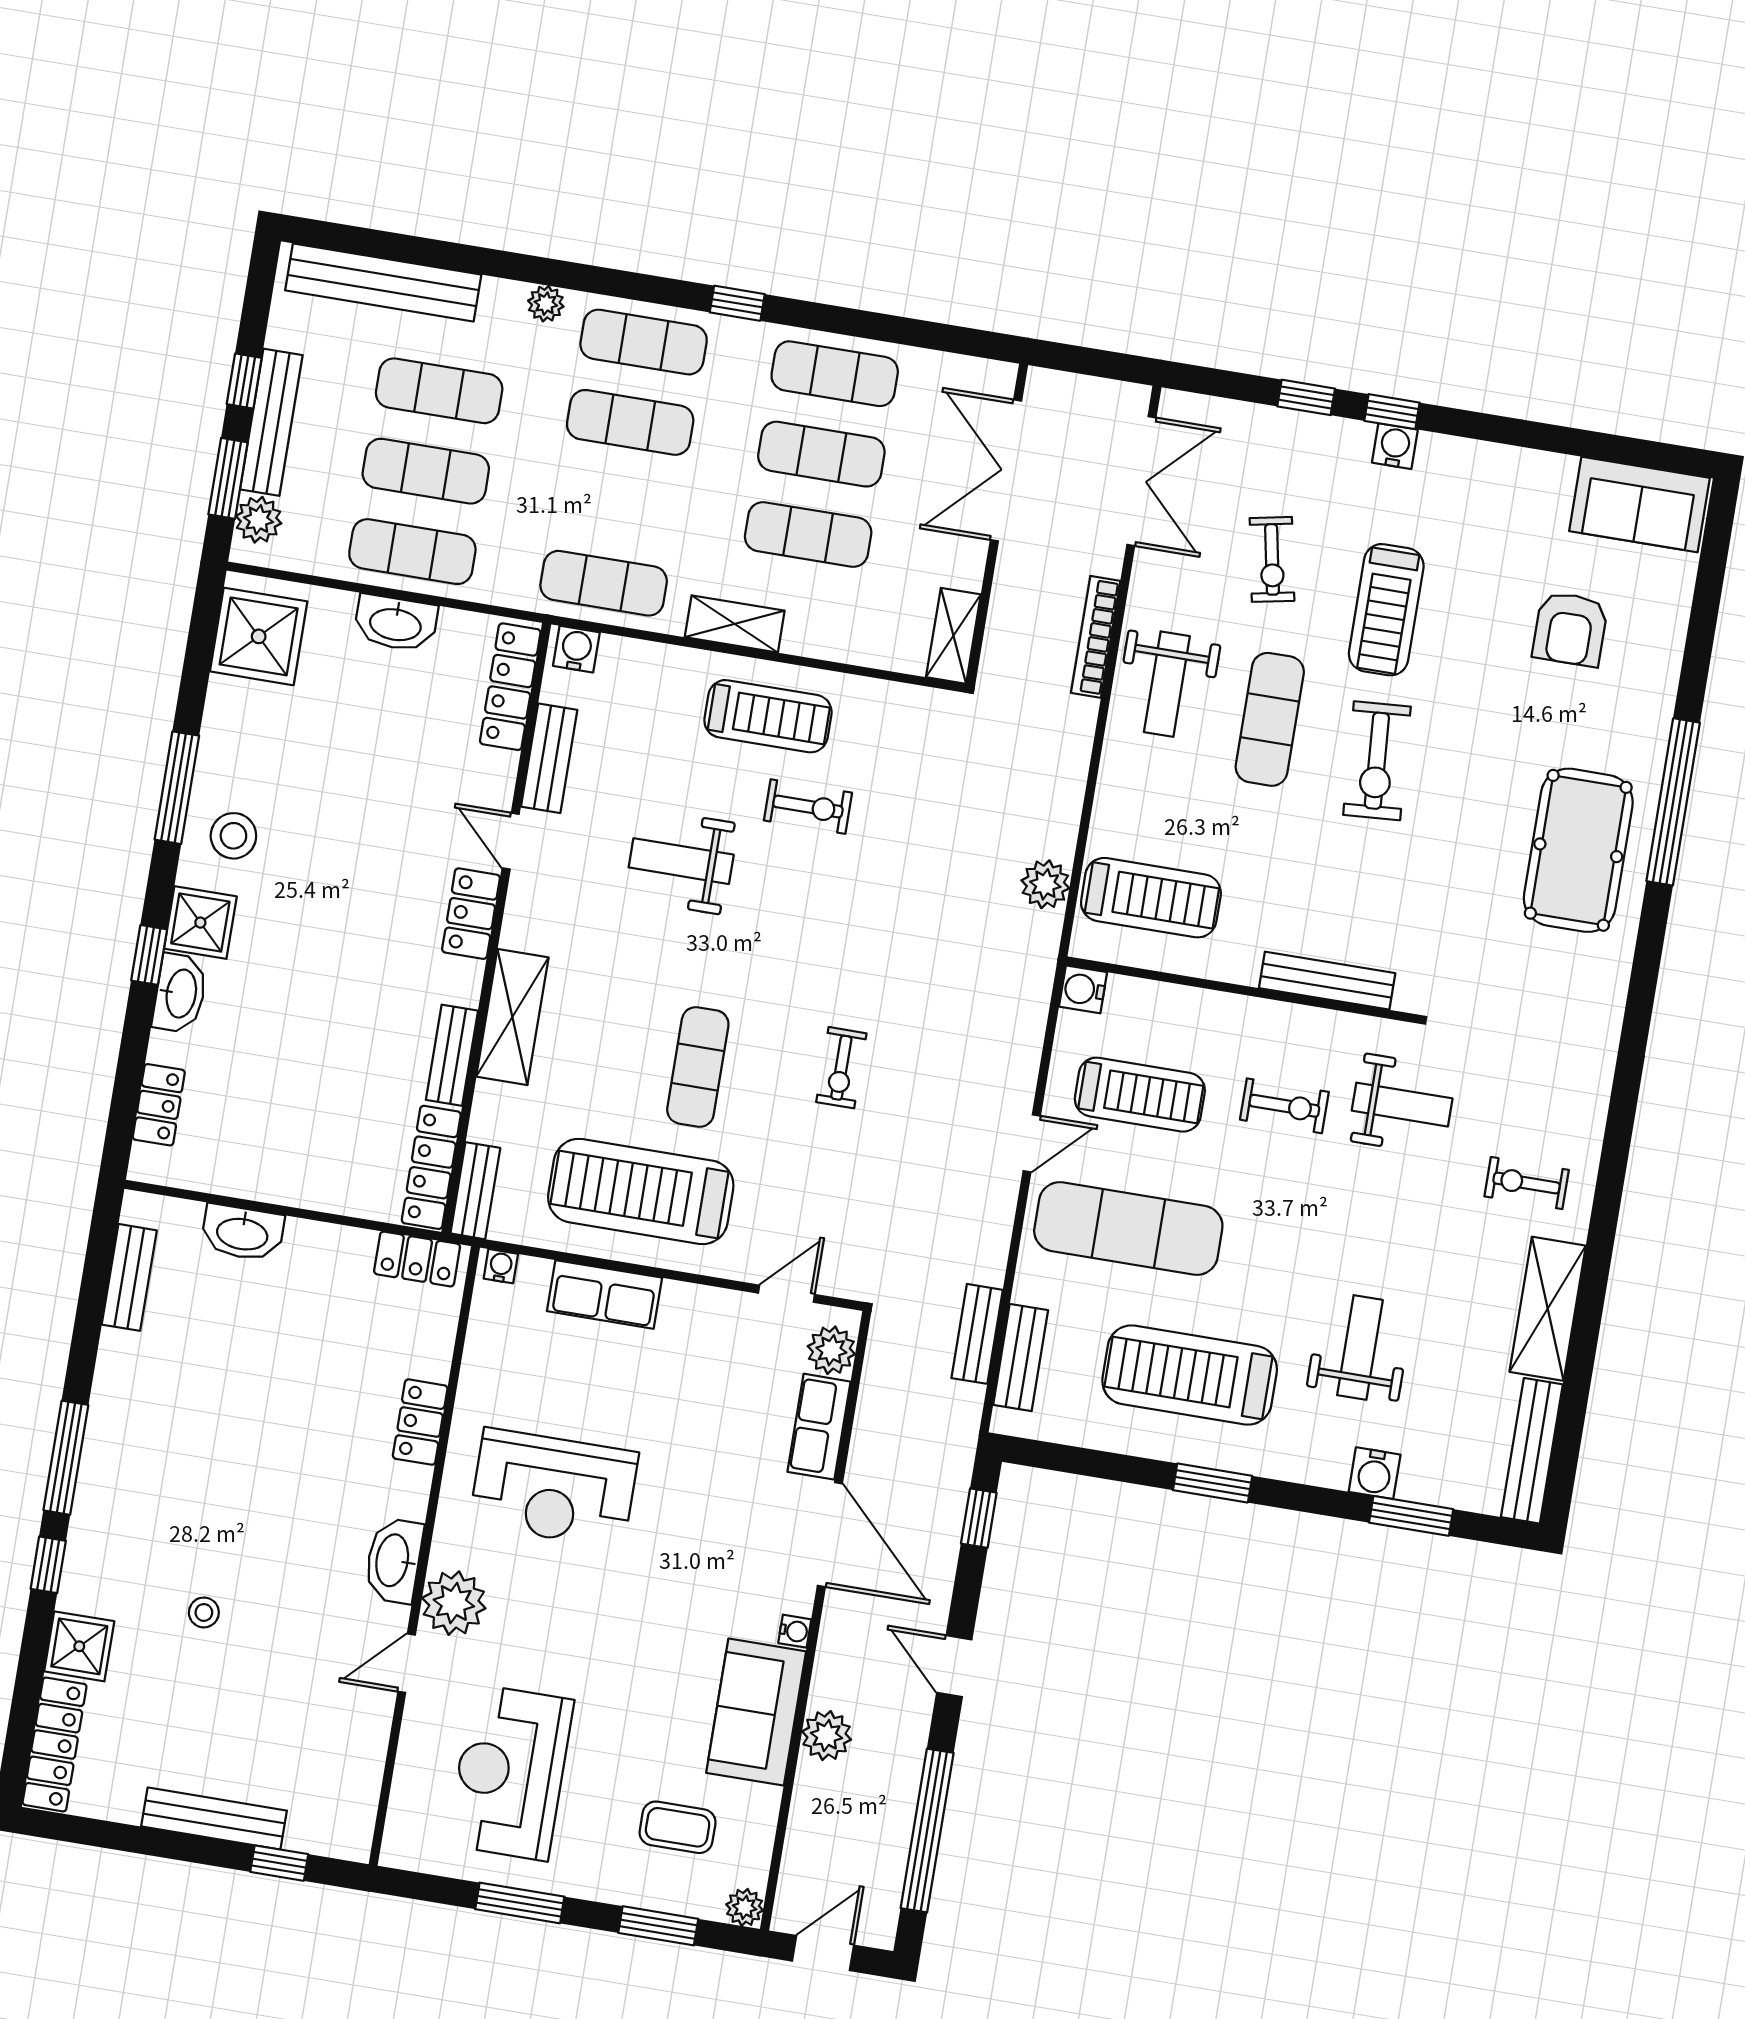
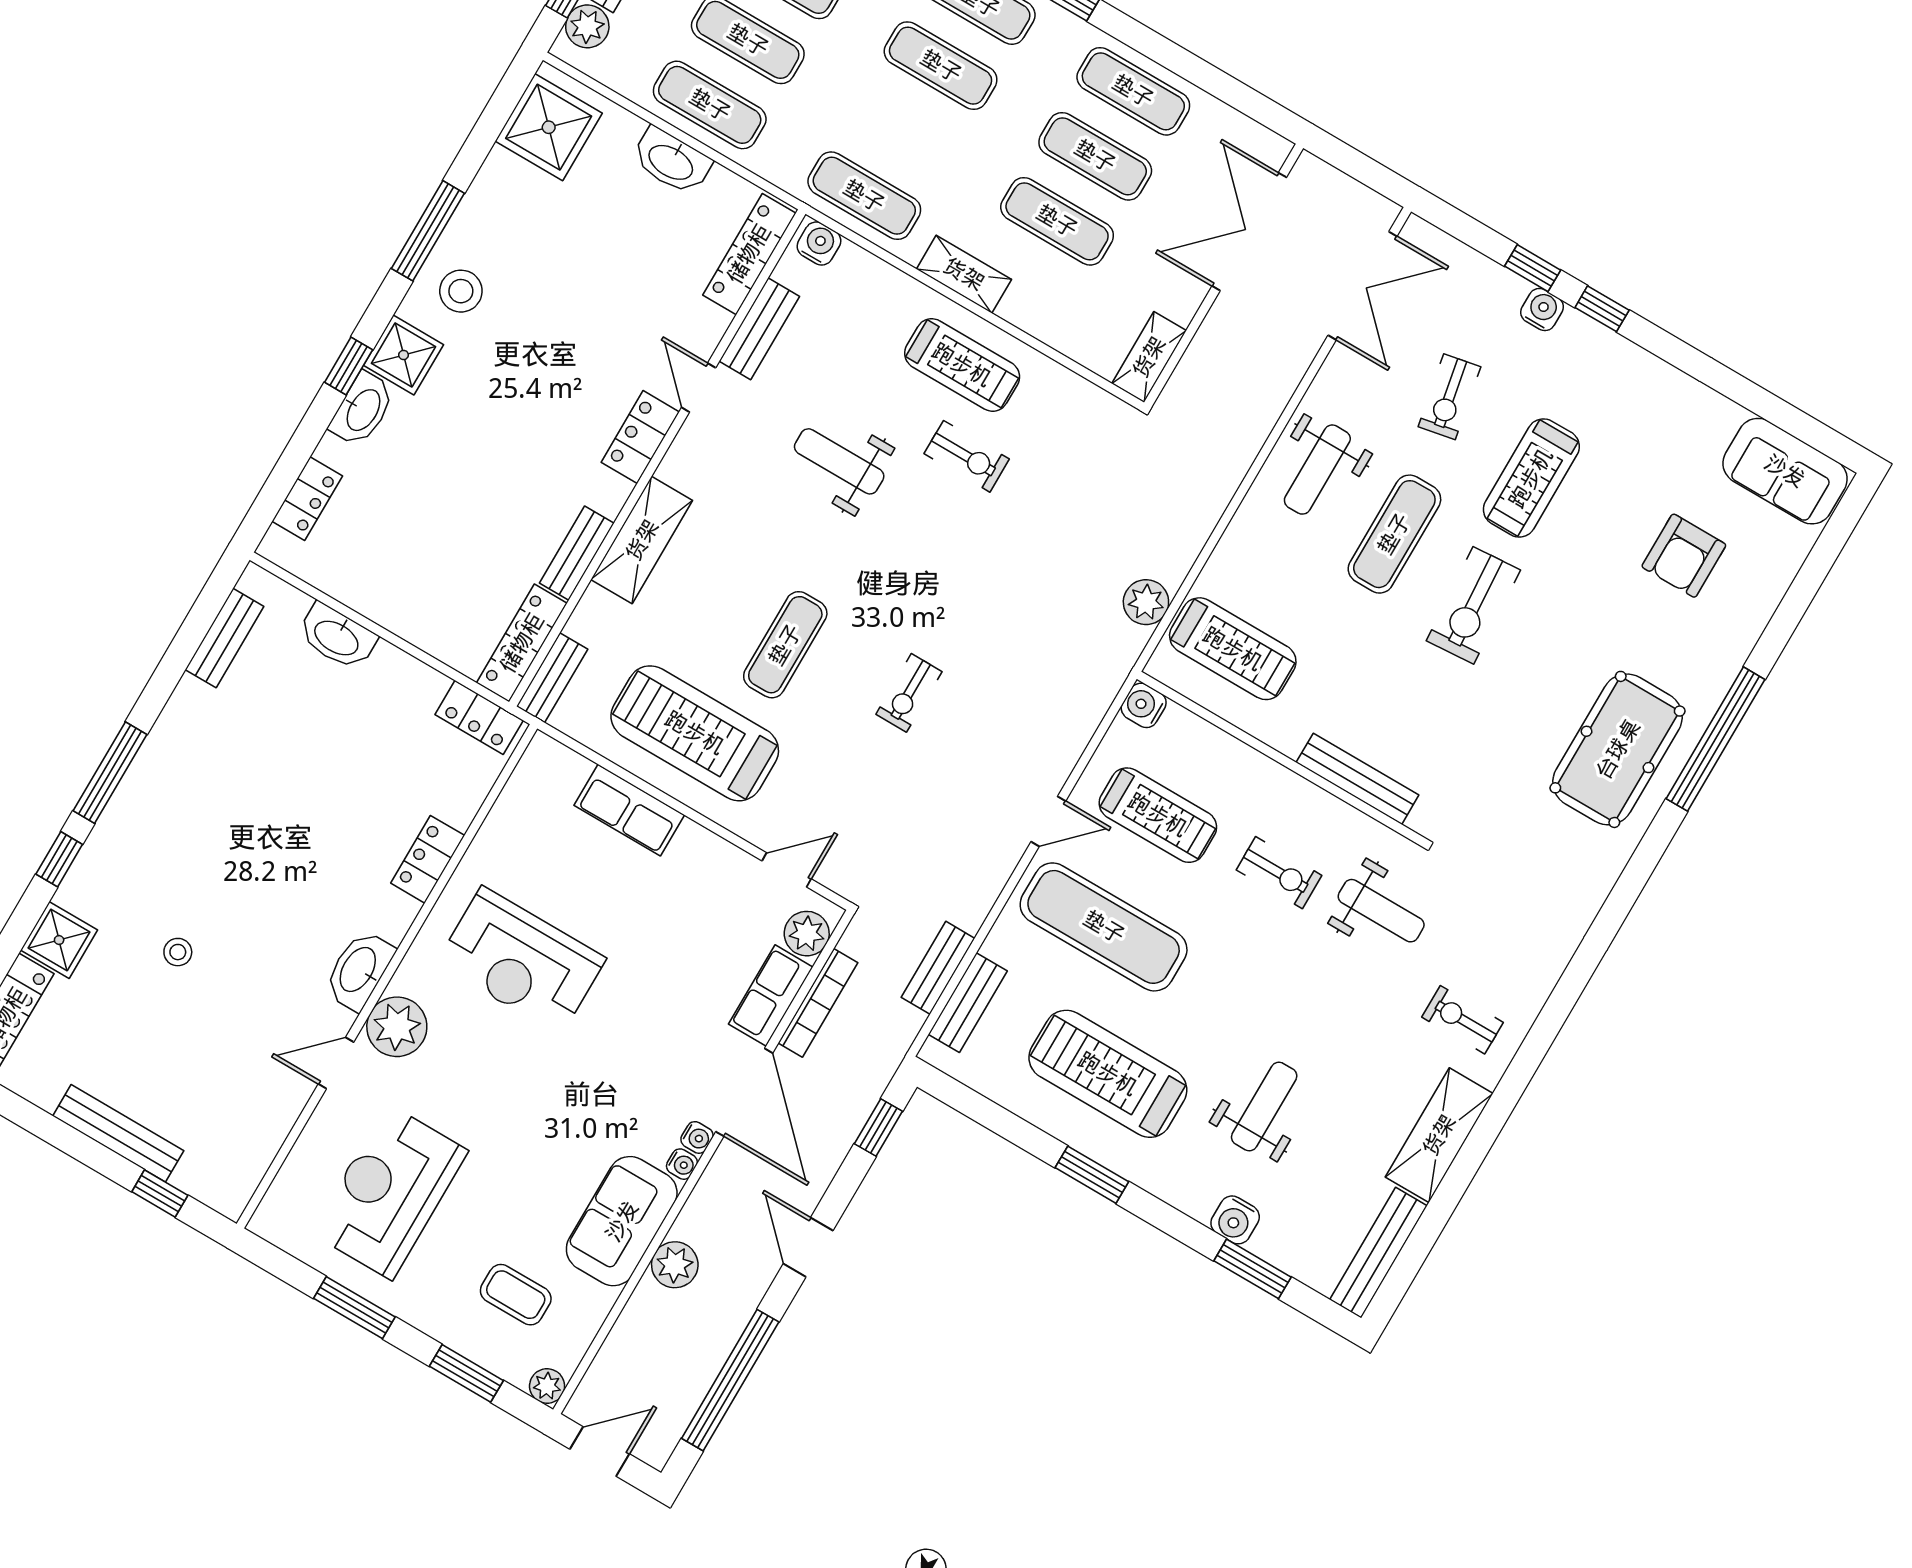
water cooler: (1395, 446) -> (1542, 310), moved
bookcase: (1096, 637) -> (818, 1003), moved, turned 180
water cooler: (501, 1266) -> (697, 1137), moved, turned 90

